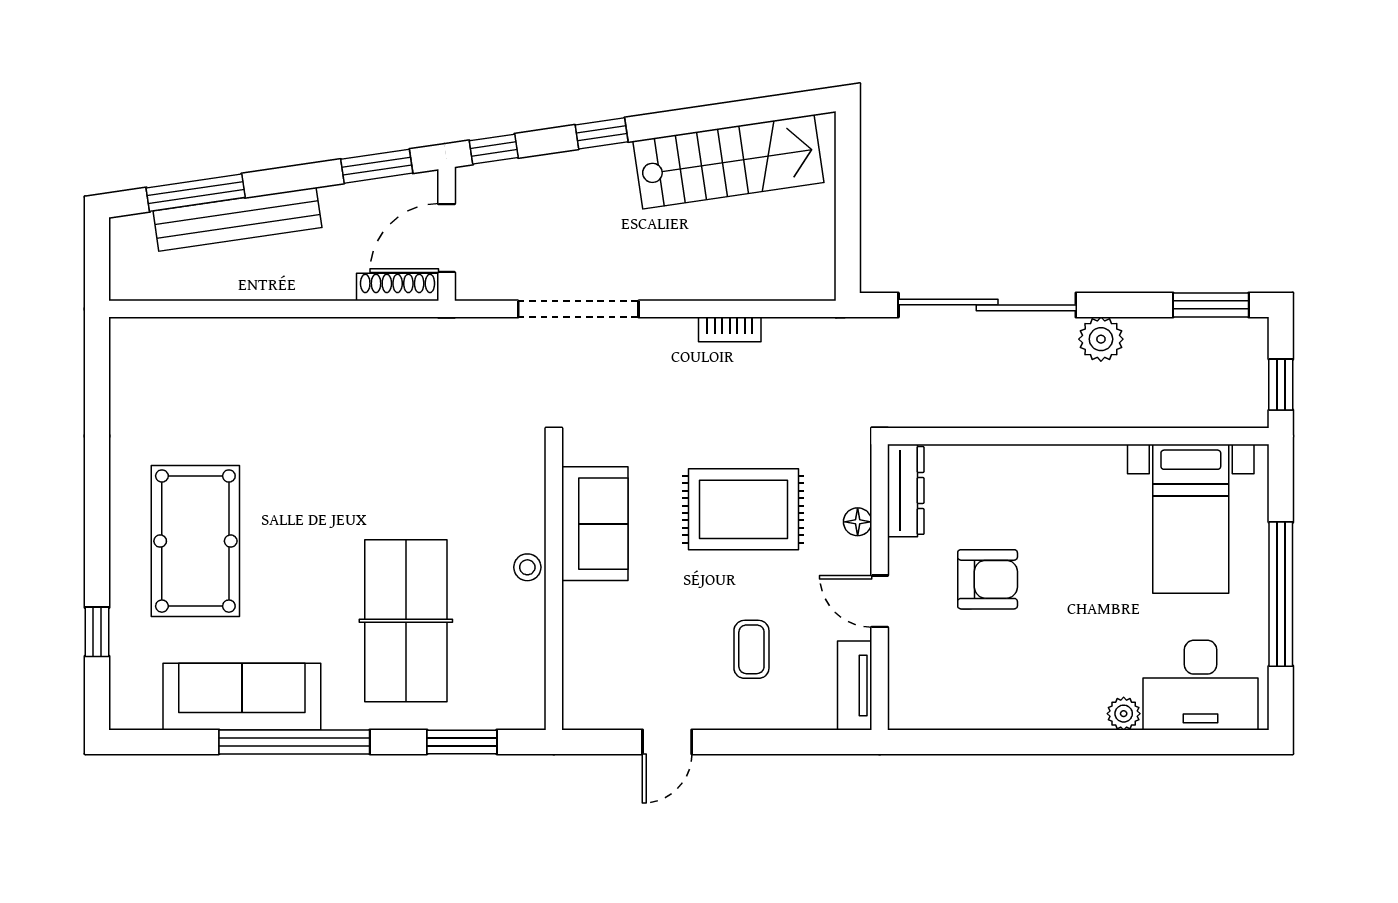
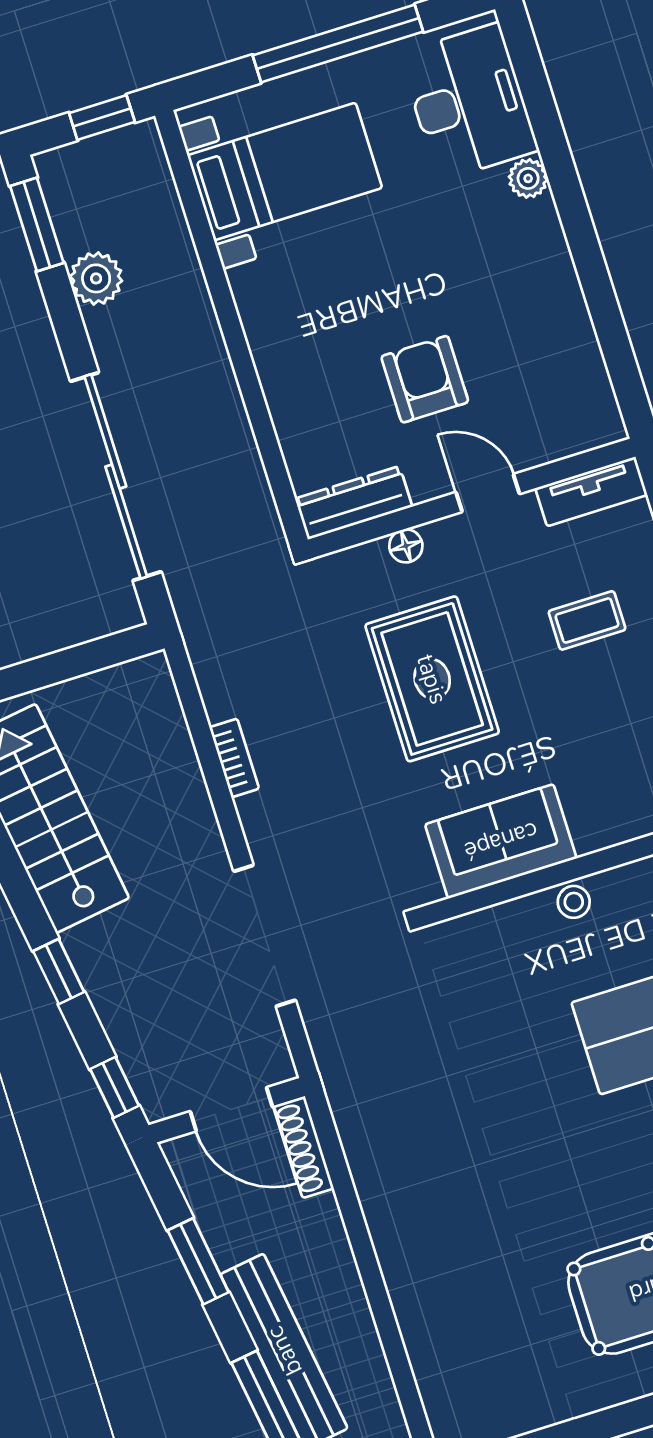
window: (377, 166) -> (198, 1261), moved
plant: (1101, 339) -> (96, 278), moved
door: (880, 601) -> (488, 493), swing flipped

